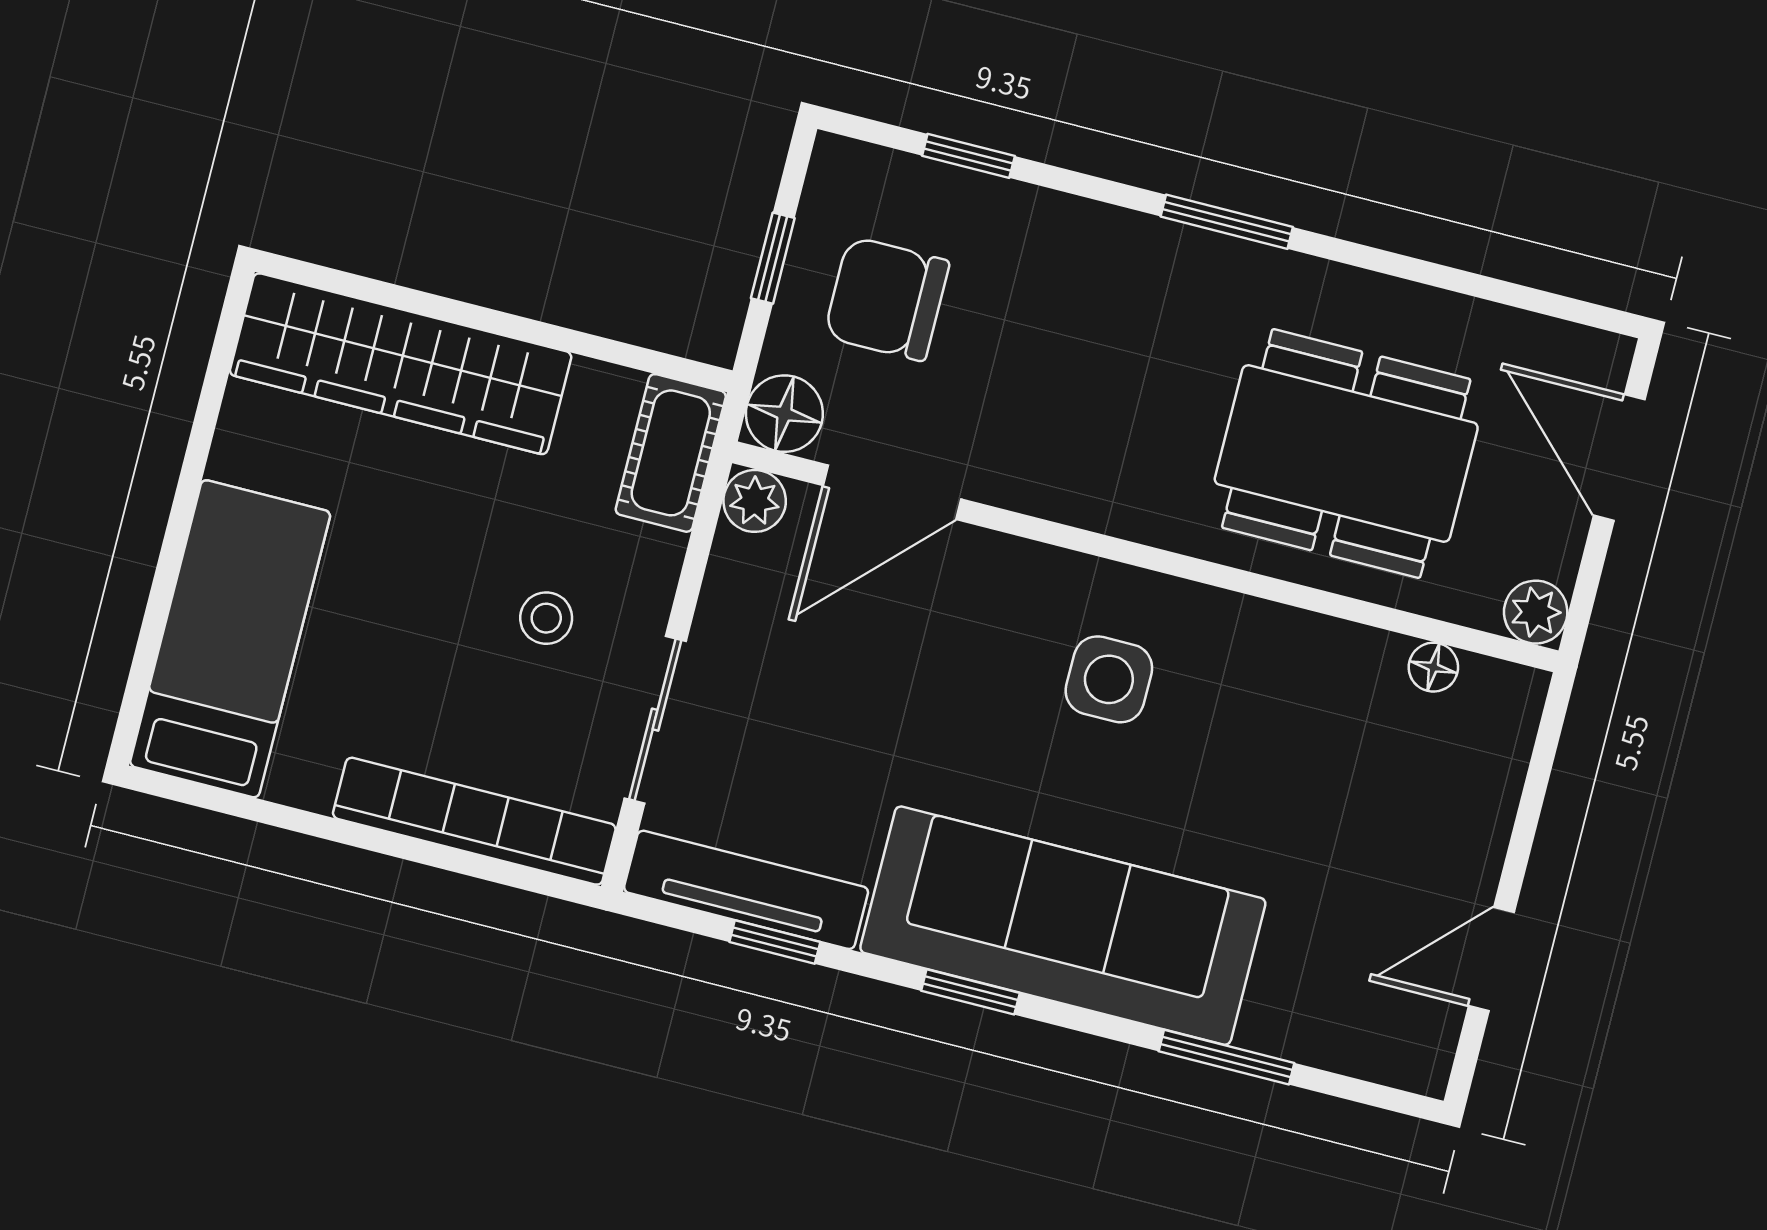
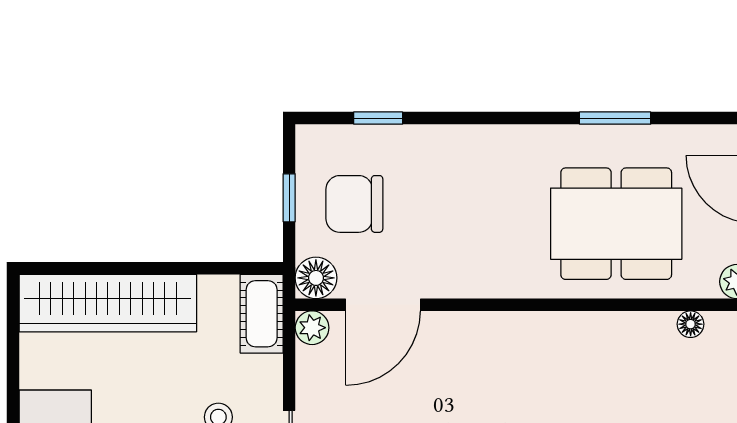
window: (1227, 222) -> (615, 118), moved
side table: (1109, 679) -> (522, 374), removed

